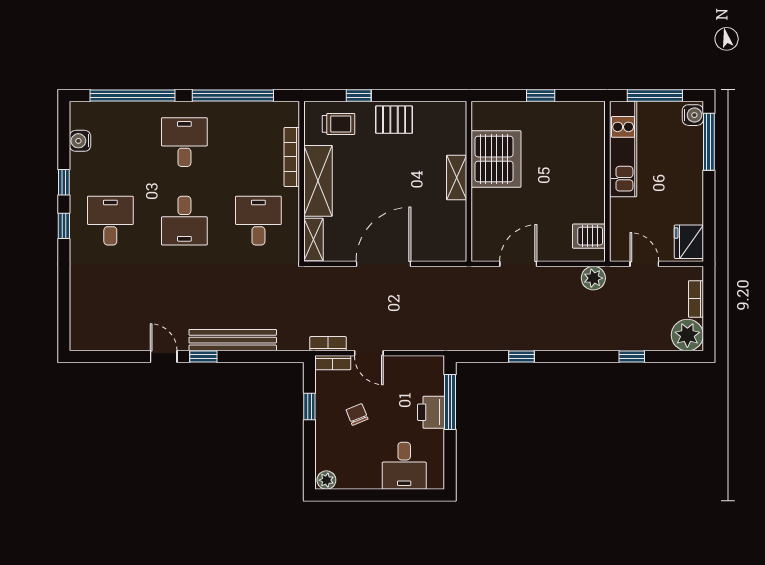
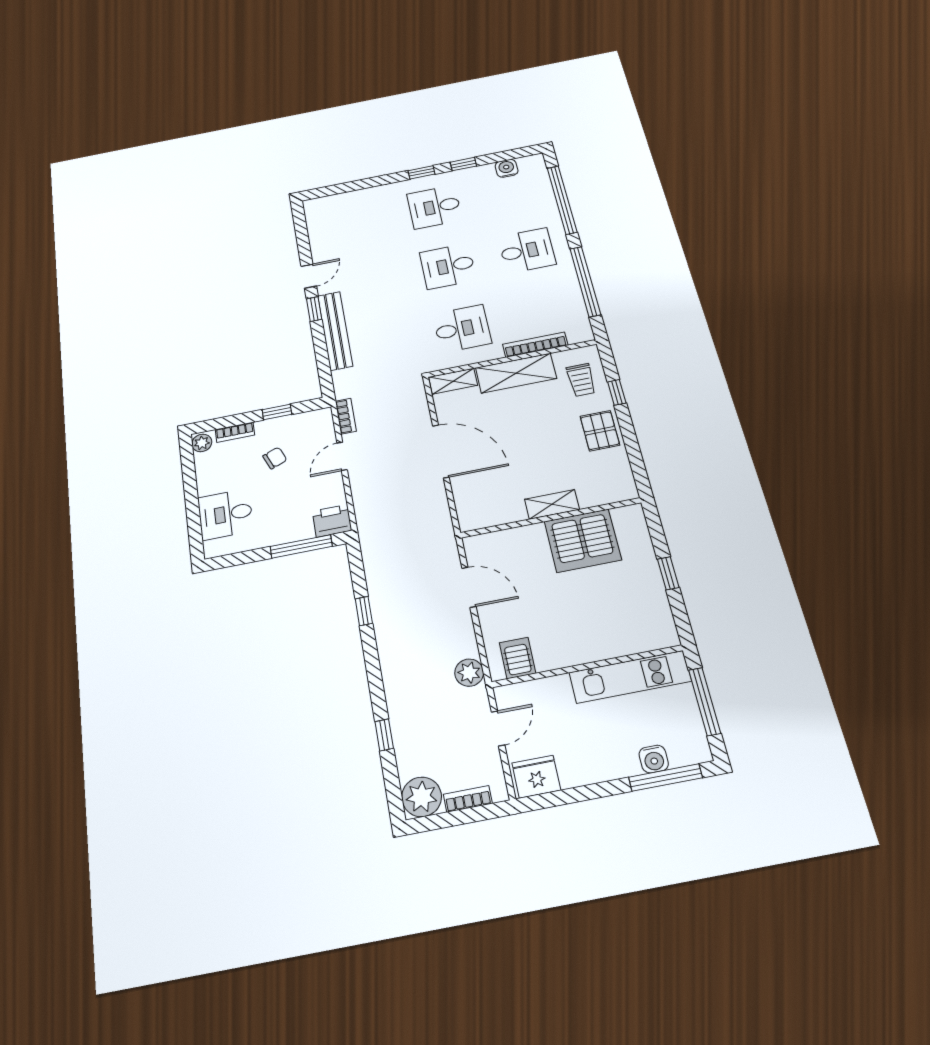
water cooler: (693, 115) -> (654, 759), moved
desk: (110, 221) -> (435, 207), turned 180
bookcase: (333, 363) -> (235, 432), moved, turned -90
printer: (431, 412) -> (332, 521), moved

